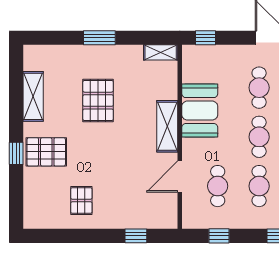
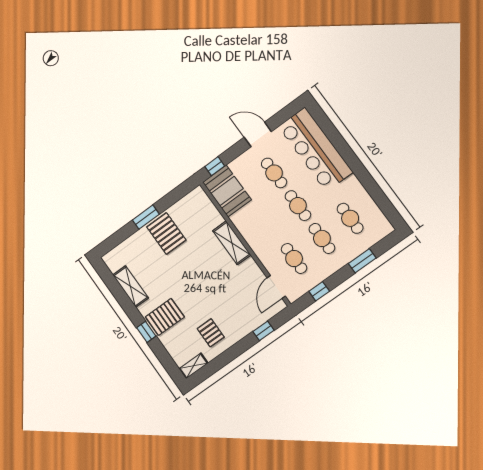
shelving: (161, 52) -> (193, 366), moved
pallet: (98, 101) -> (166, 233), moved
booth: (200, 111) -> (227, 191), moved
door: (180, 177) -> (276, 287), moved

